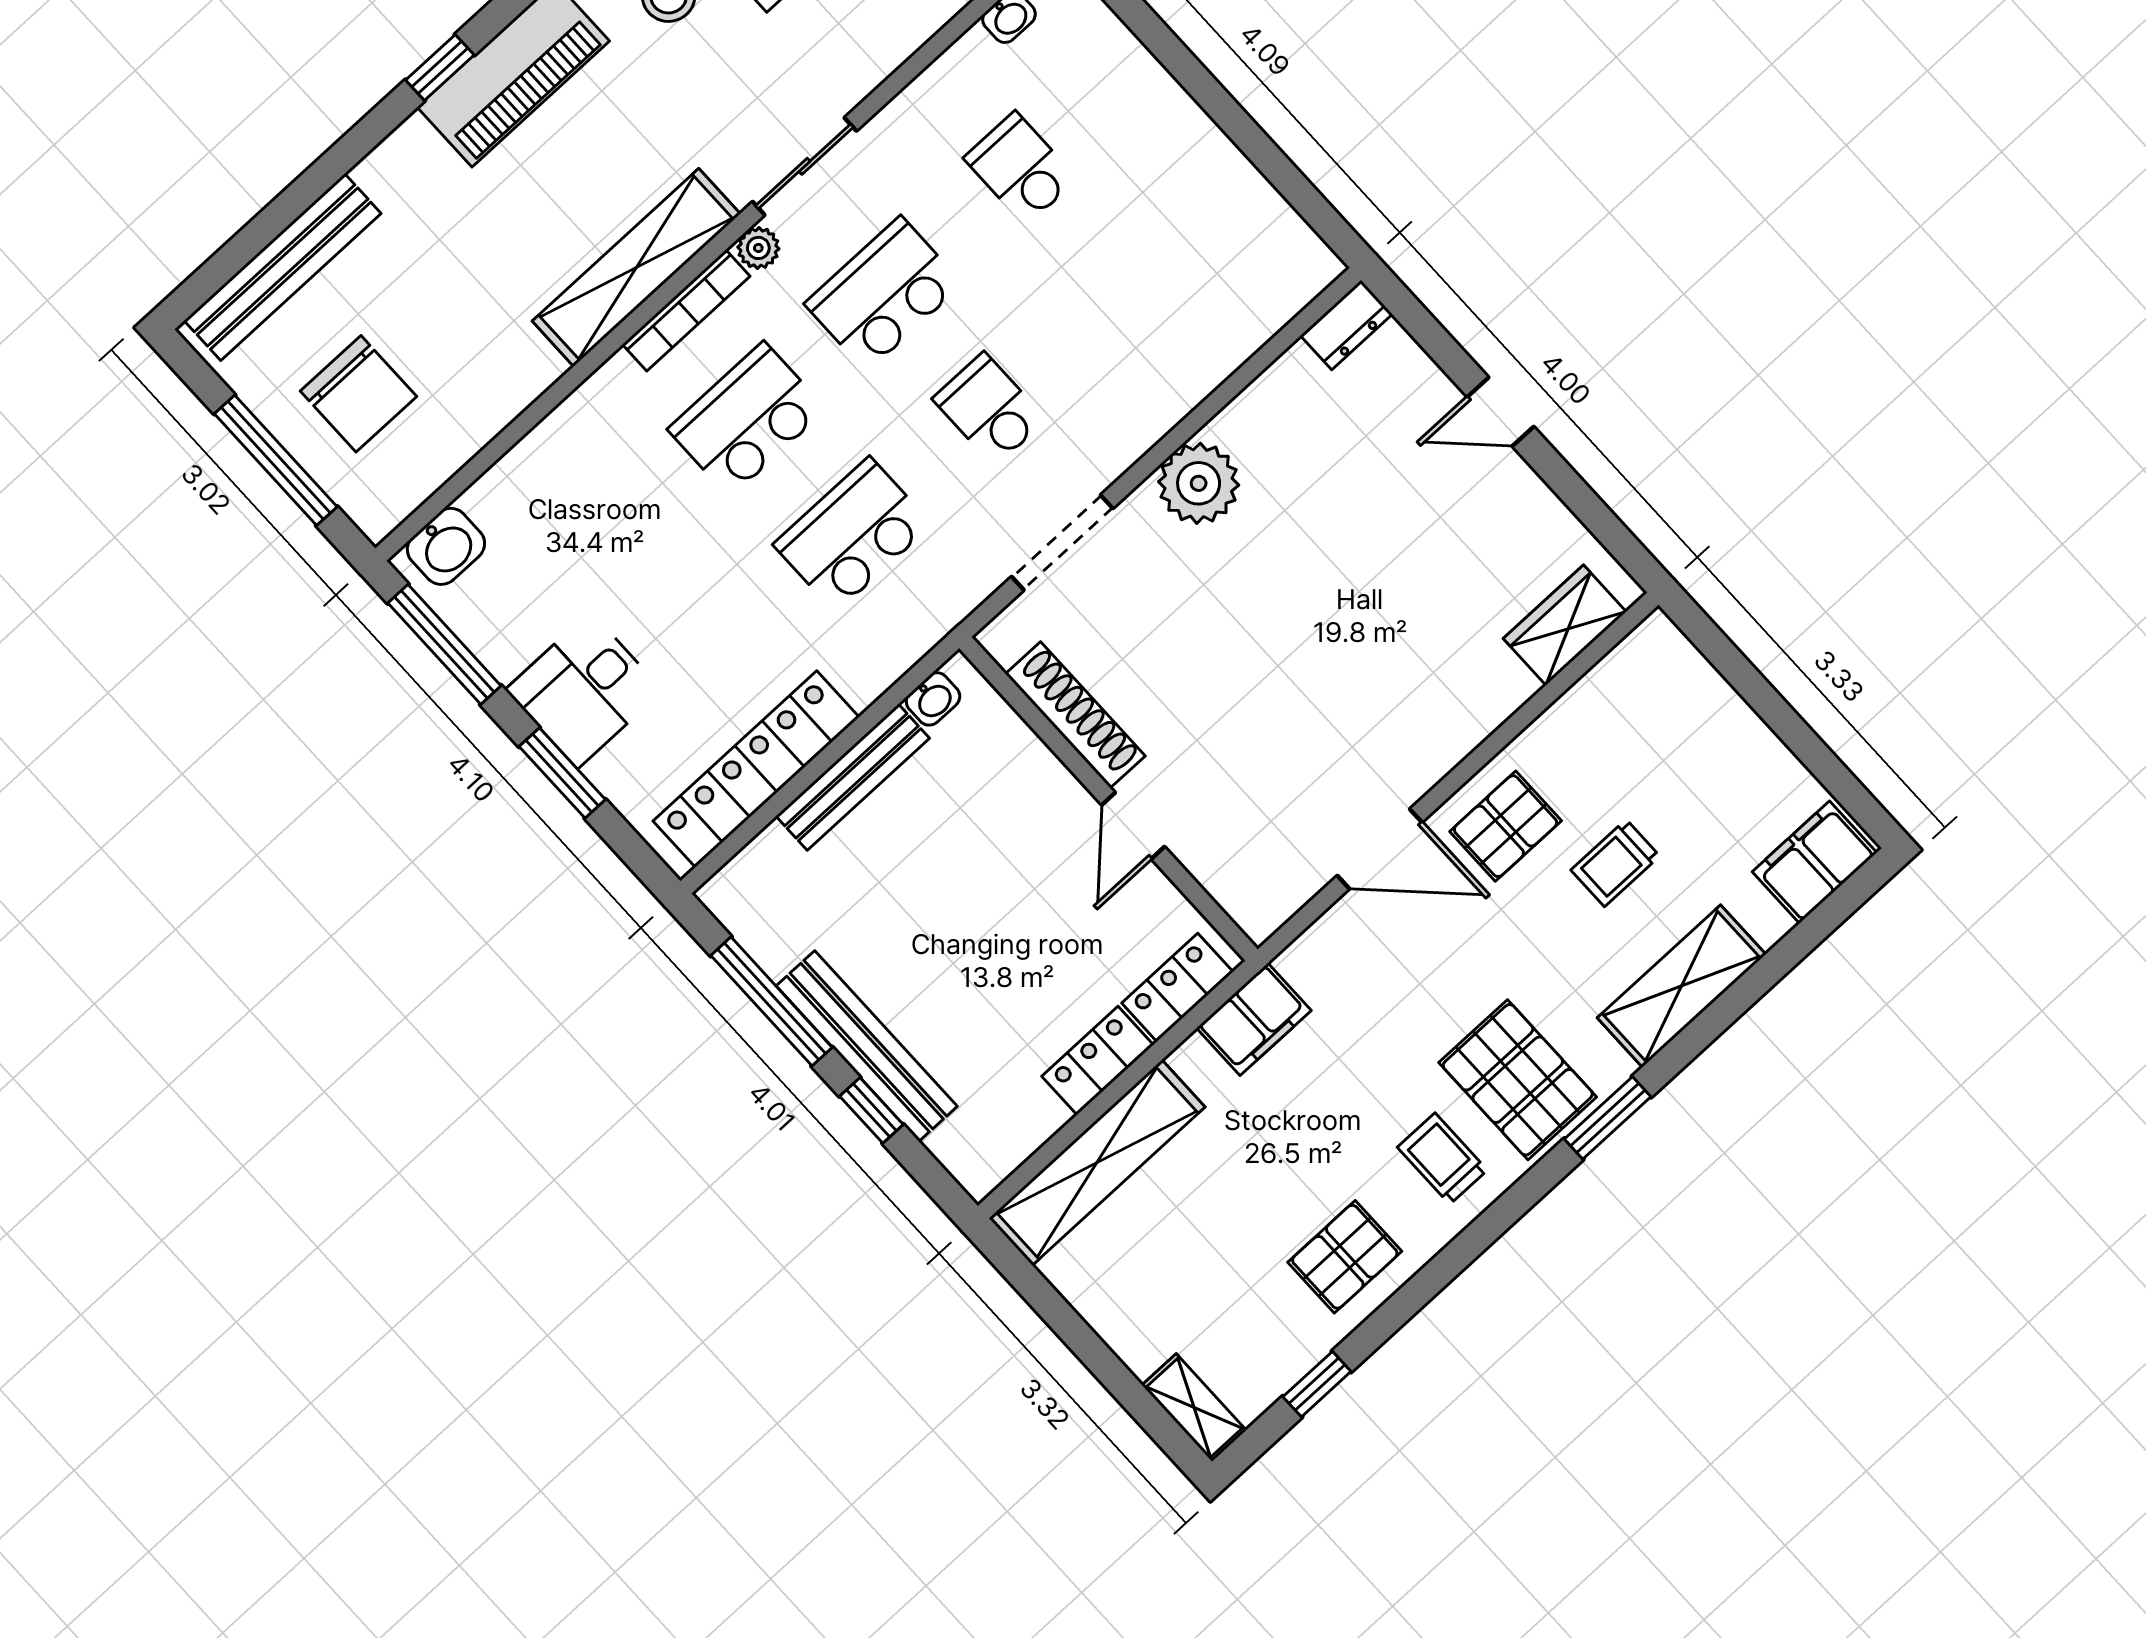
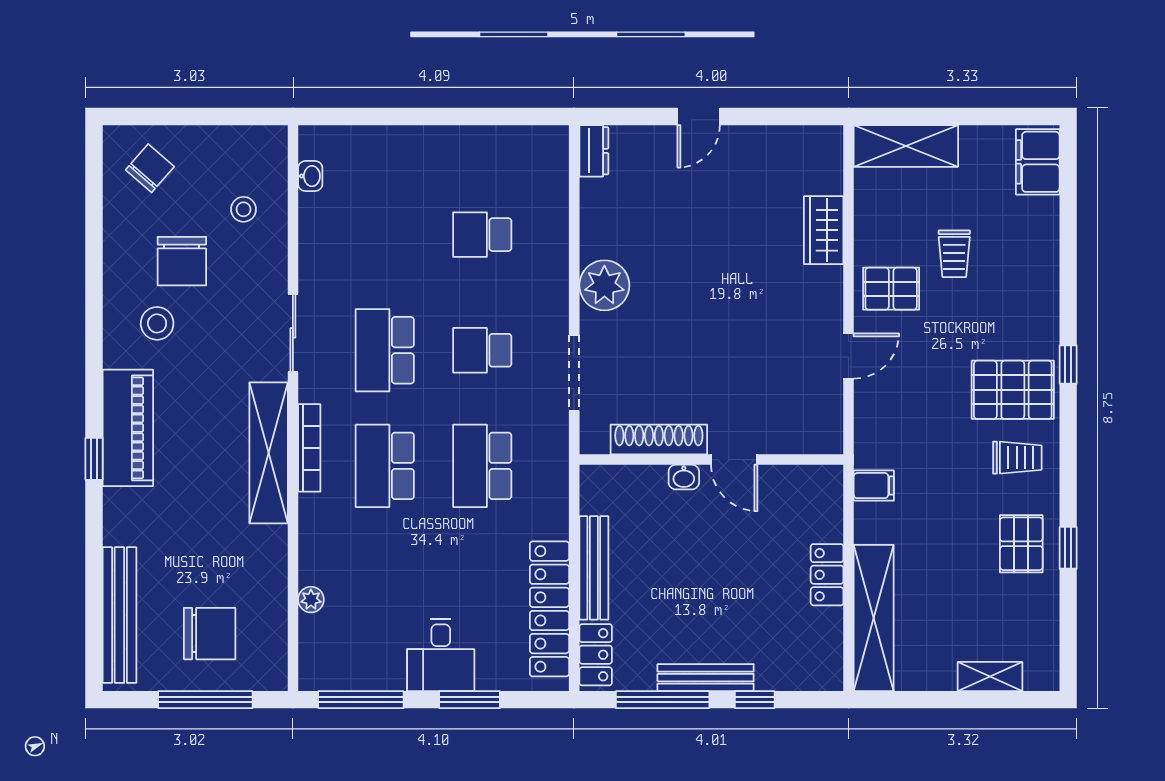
school desk: (1021, 168) -> (482, 235), moved
plant: (758, 248) -> (311, 600), moved
washbasin: (446, 546) -> (317, 658), removed
wardrobe: (1565, 625) -> (824, 230), moved
washbasin: (933, 699) -> (684, 477), moved, turned 90
pallet: (1506, 826) -> (891, 289), turned 90
door: (1380, 849) -> (849, 356), width x0.73
shelving: (1681, 986) -> (906, 146), moved, turned 90
locker: (1177, 988) -> (596, 655), moved, turned 180
filing cabinet: (1254, 1019) -> (874, 486), width x0.50
bench: (867, 1046) -> (706, 678), width x0.73, depth x0.82
window: (1608, 1118) -> (1068, 365), width x0.67
trolley: (1442, 1159) -> (1017, 458), turned 180
window: (1317, 1384) -> (1068, 548), moved
shelving: (1194, 1408) -> (990, 677), moved

